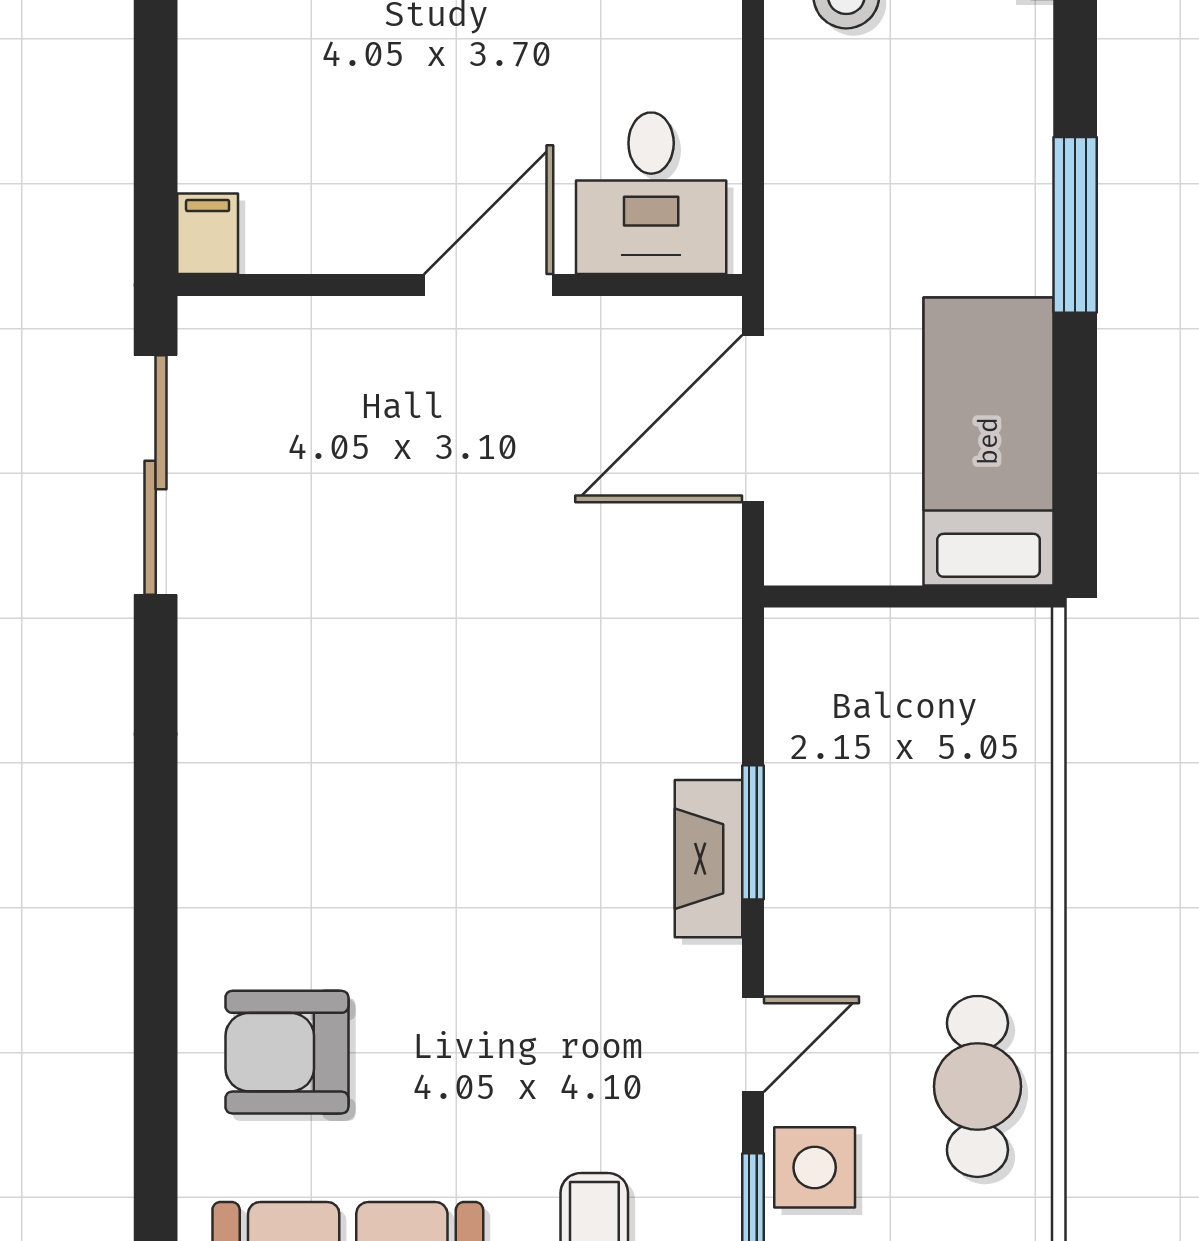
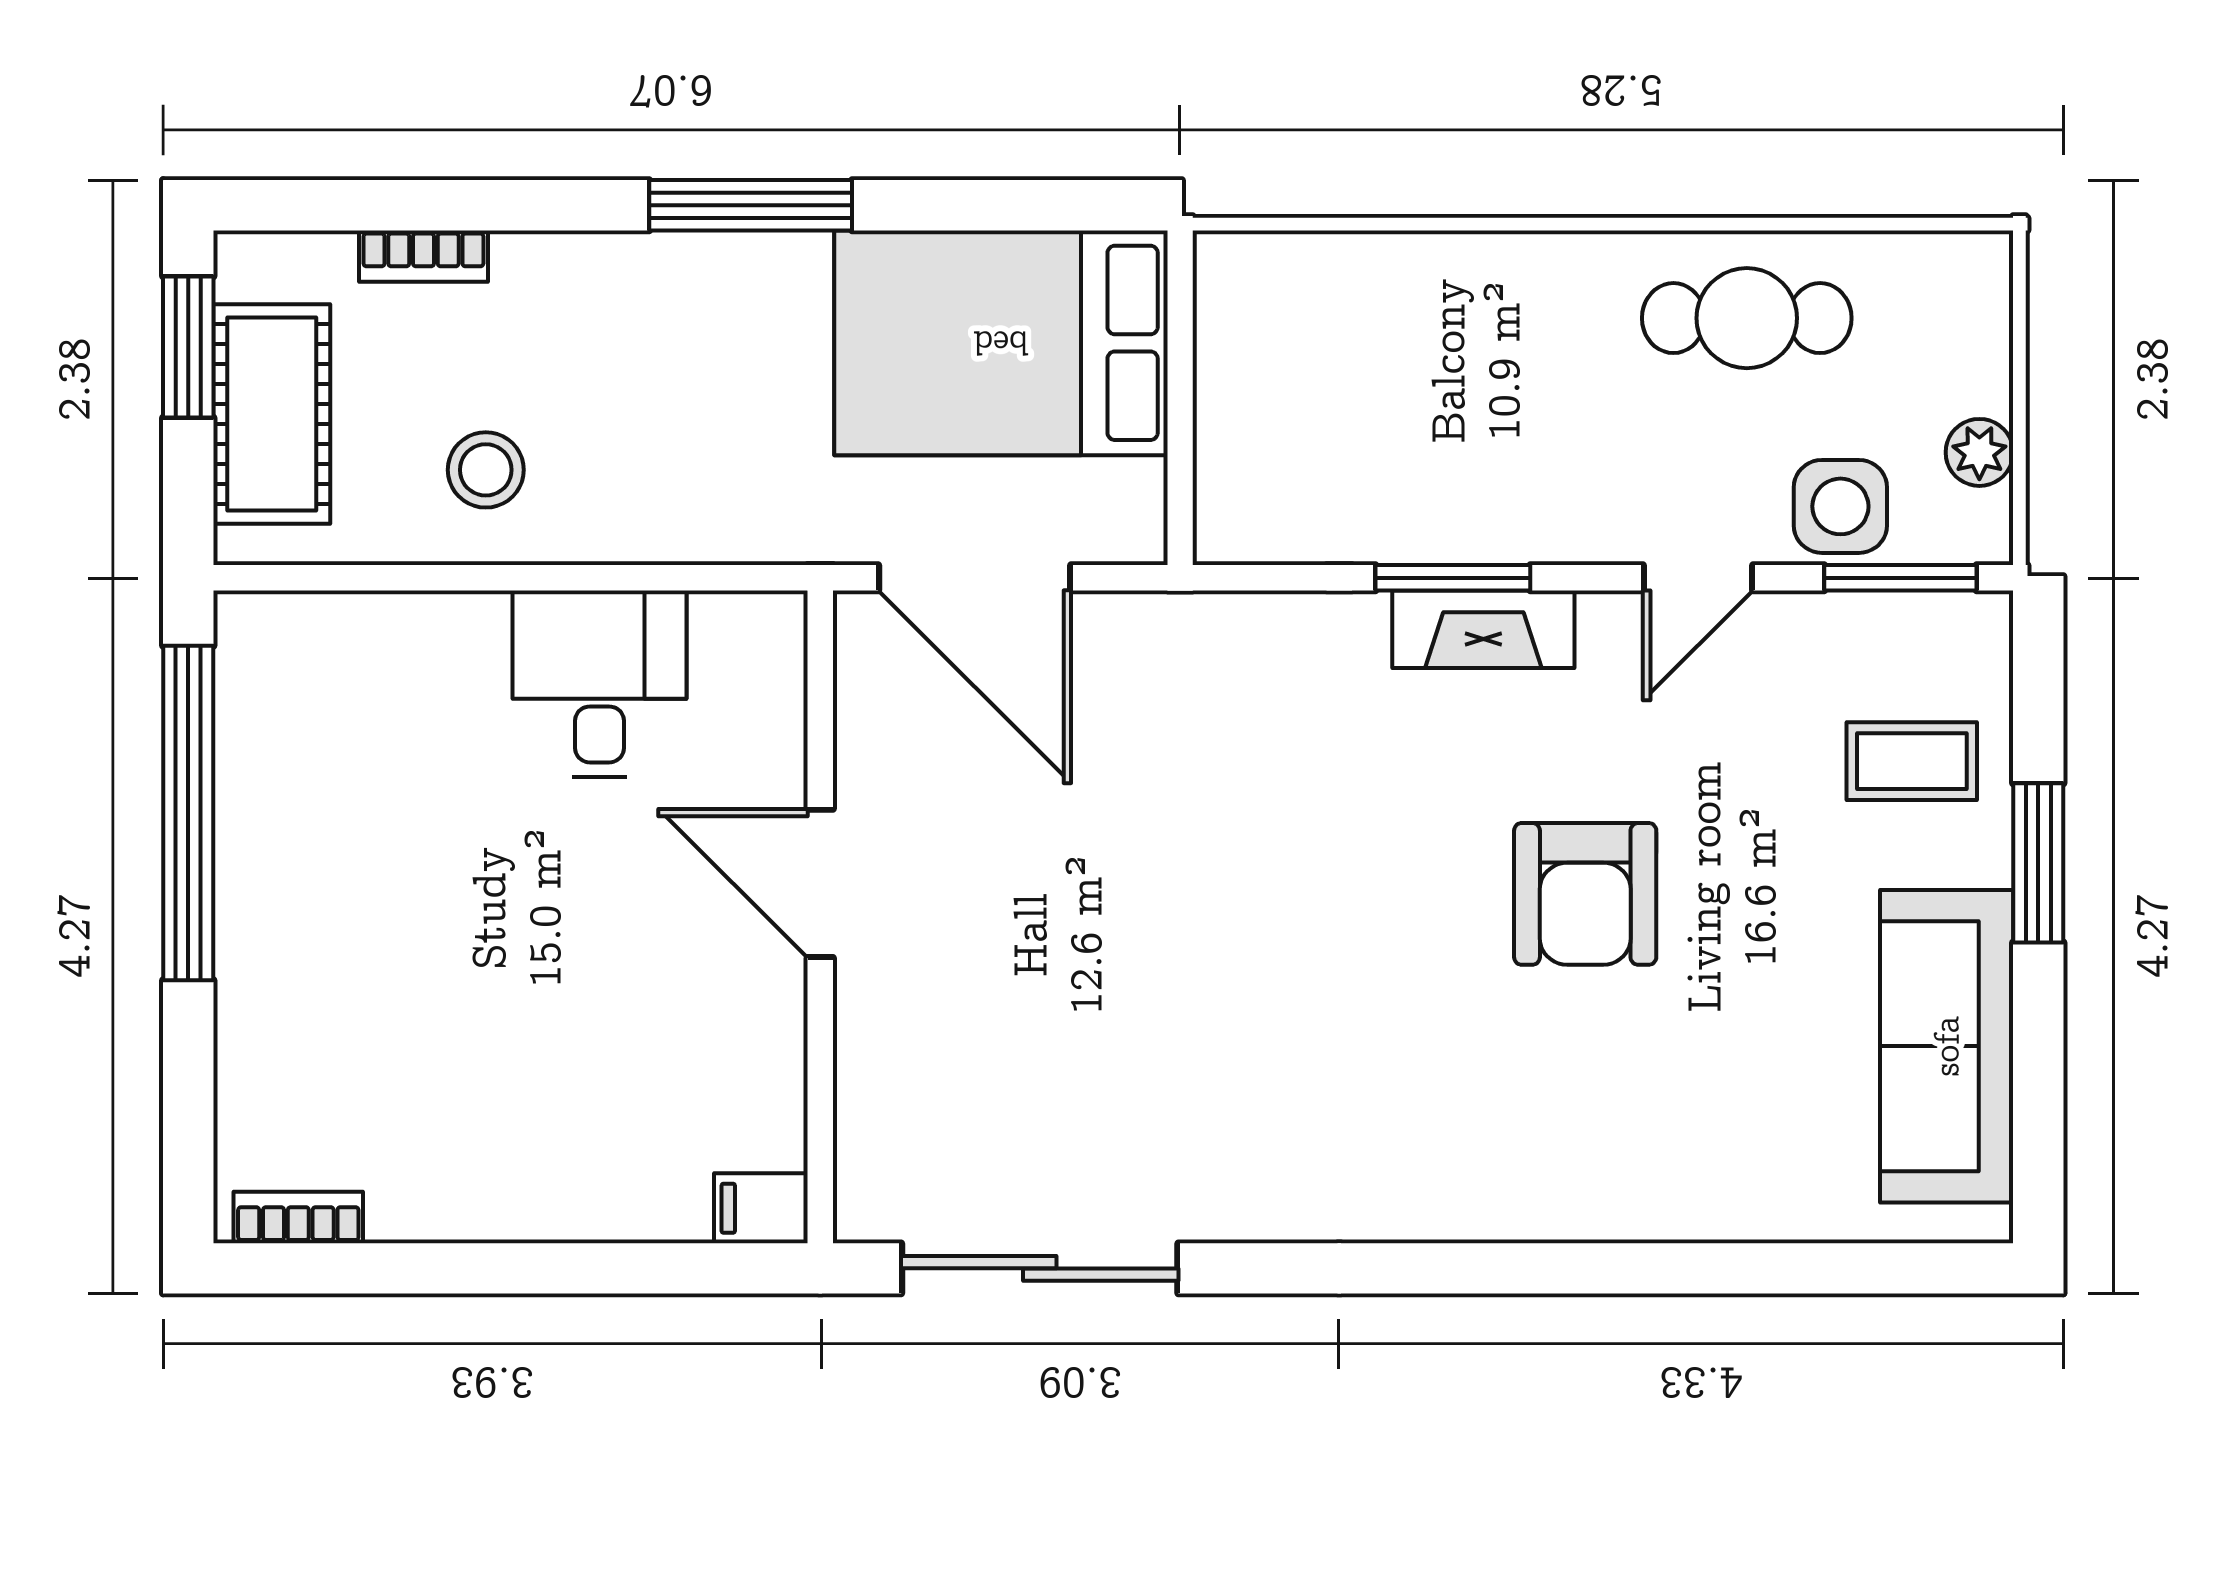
desk: (651, 193) -> (599, 684), moved, turned -90
bed: (989, 441) -> (1001, 343), width x1.50
door: (753, 1044) -> (1698, 578), swing flipped
armchair: (287, 1052) -> (1585, 894), moved

